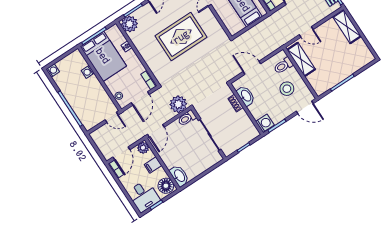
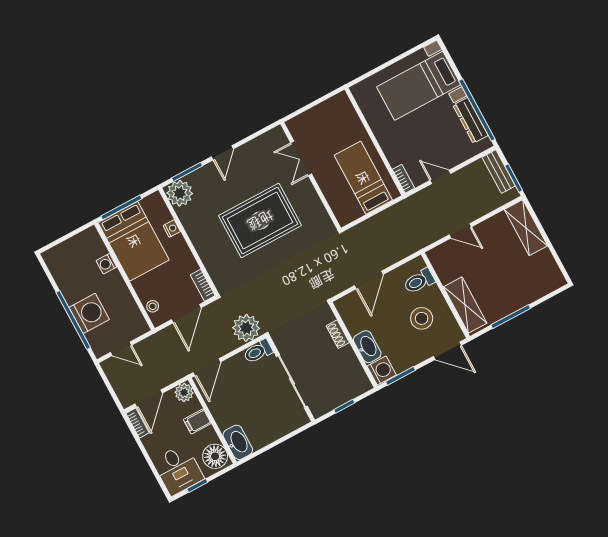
shelving: (301, 59) -> (465, 305), moved
door: (252, 68) -> (369, 280), swing flipped
washing machine: (53, 71) -> (89, 313), moved, width x1.89, depth x1.89
washbasin: (246, 96) -> (367, 347), moved
door: (112, 117) -> (121, 349), moved

